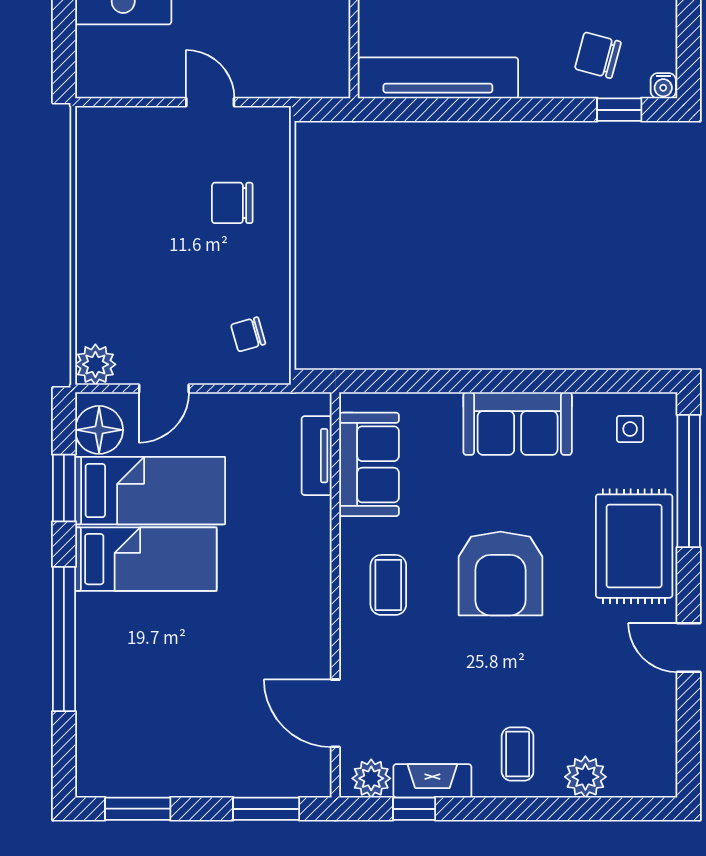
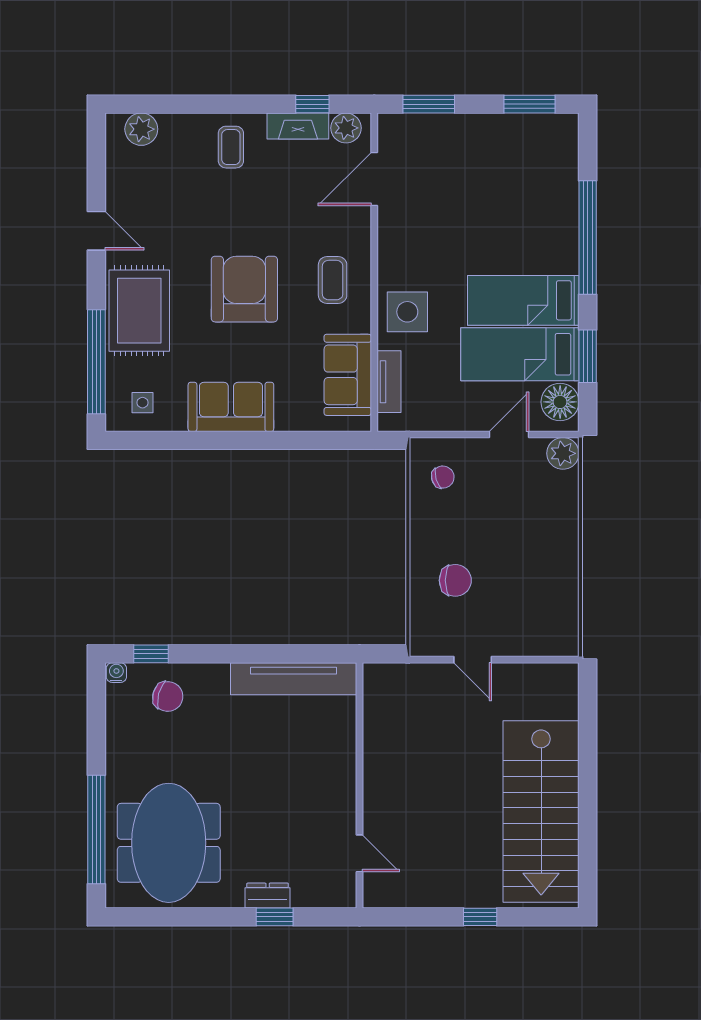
side table: (293, 545) -> (407, 312), added
door: (335, 713) -> (374, 179), swing flipped
plant: (585, 777) -> (141, 129), moved

